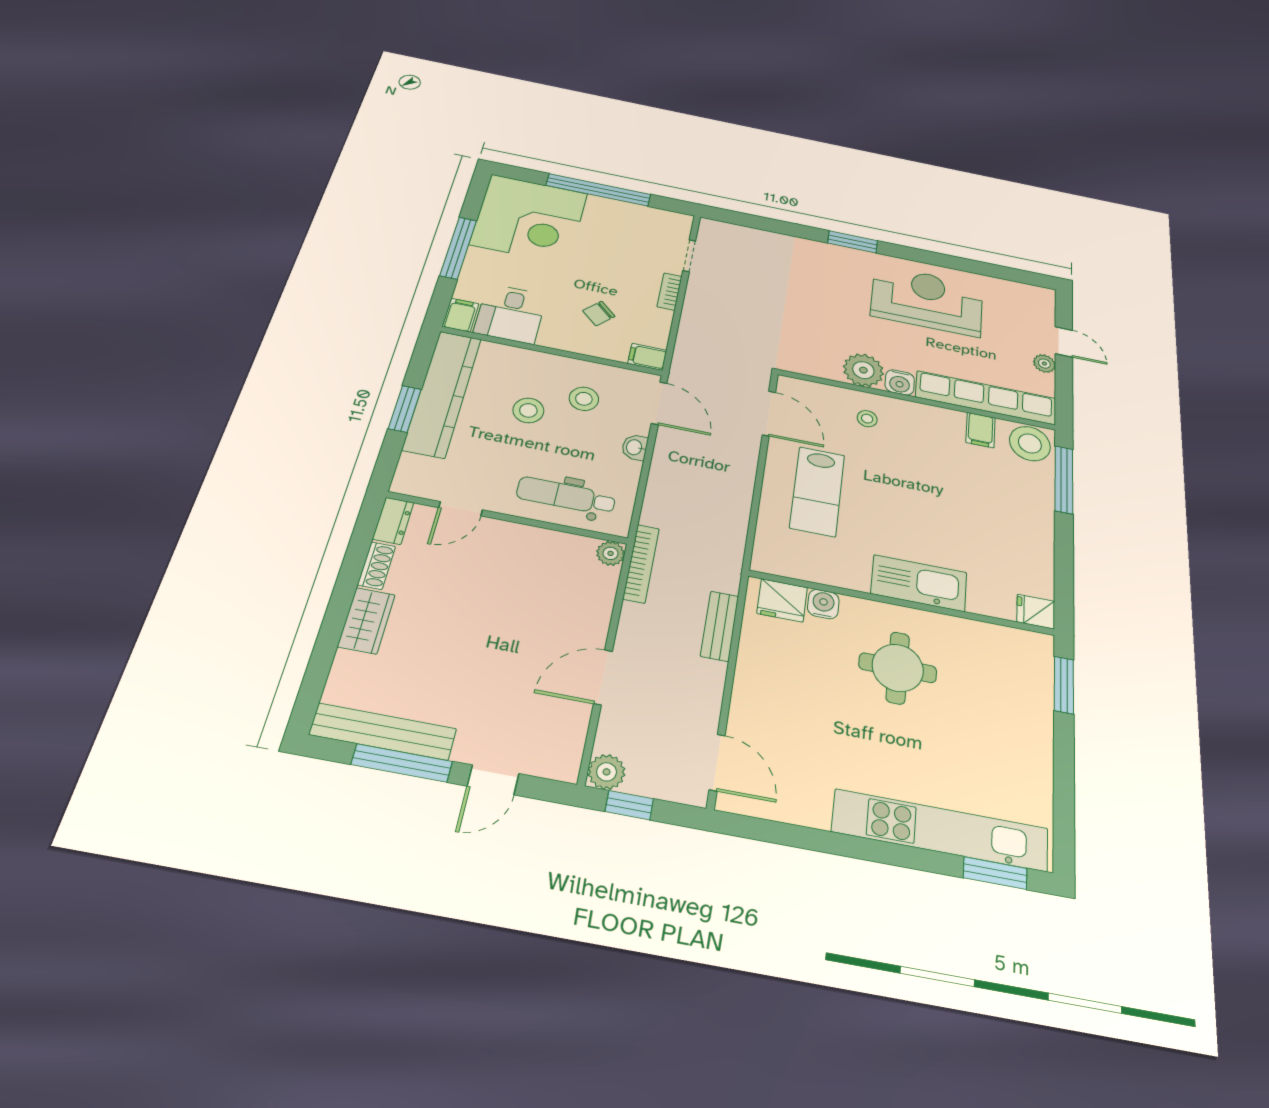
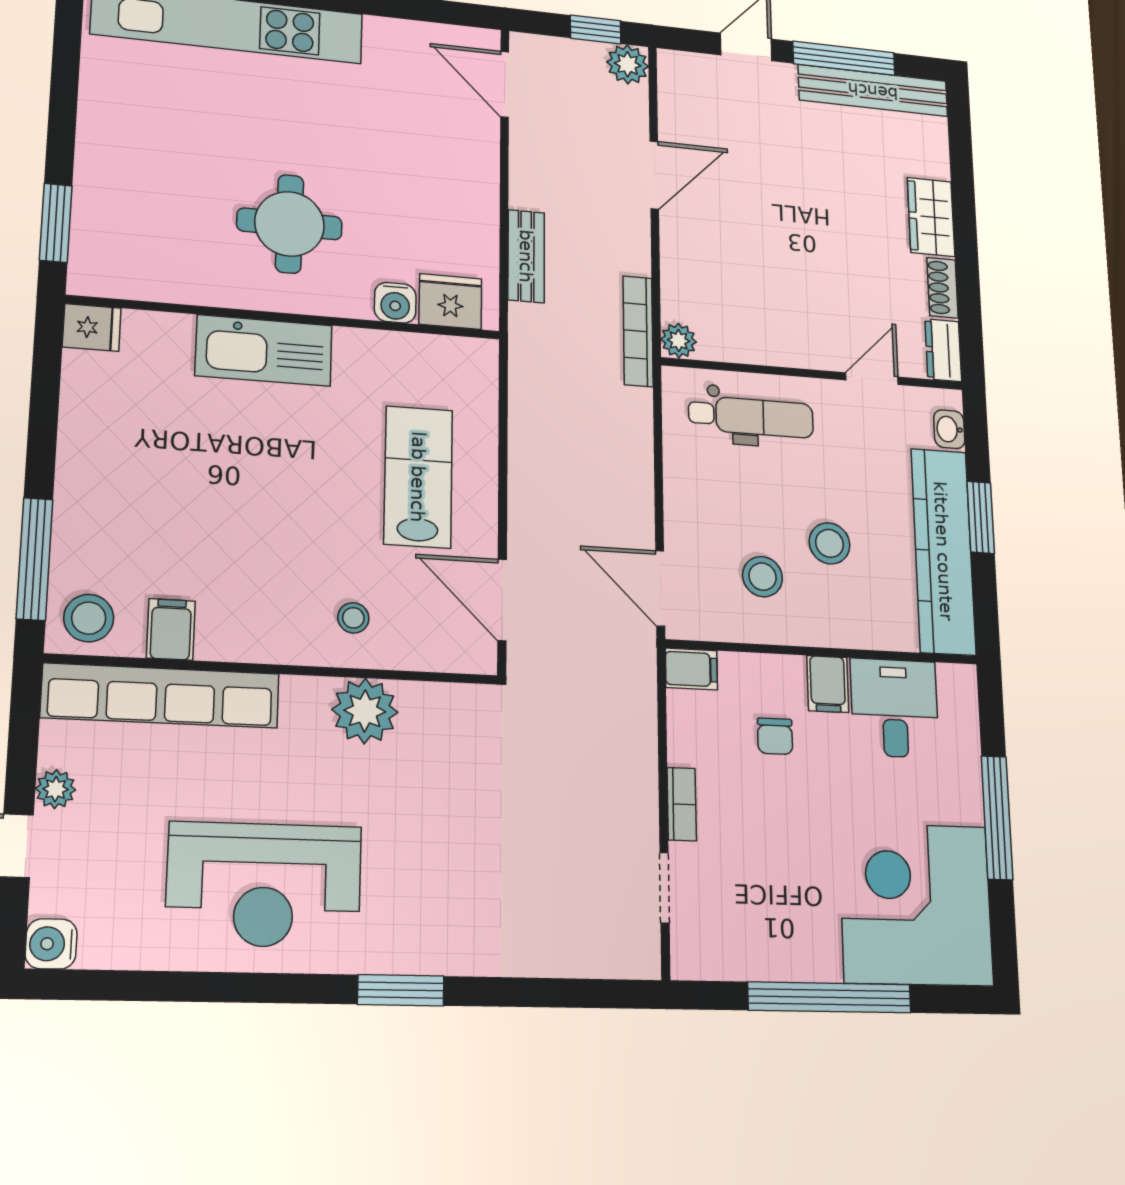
chair: (599, 313) -> (775, 736), turned 136
filing cabinet: (460, 315) -> (828, 684), moved
water cooler: (900, 382) -> (51, 944), moved, turned -90
stool: (1030, 444) -> (89, 618), width x0.73, depth x0.73
washbasin: (635, 447) -> (949, 429), moved, turned 180

